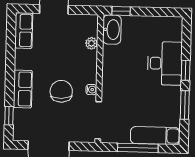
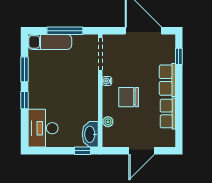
row of seats: (24, 31) -> (168, 113), moved
desk: (165, 63) -> (43, 128), moved
chair: (61, 91) -> (129, 97), moved, turned 93

